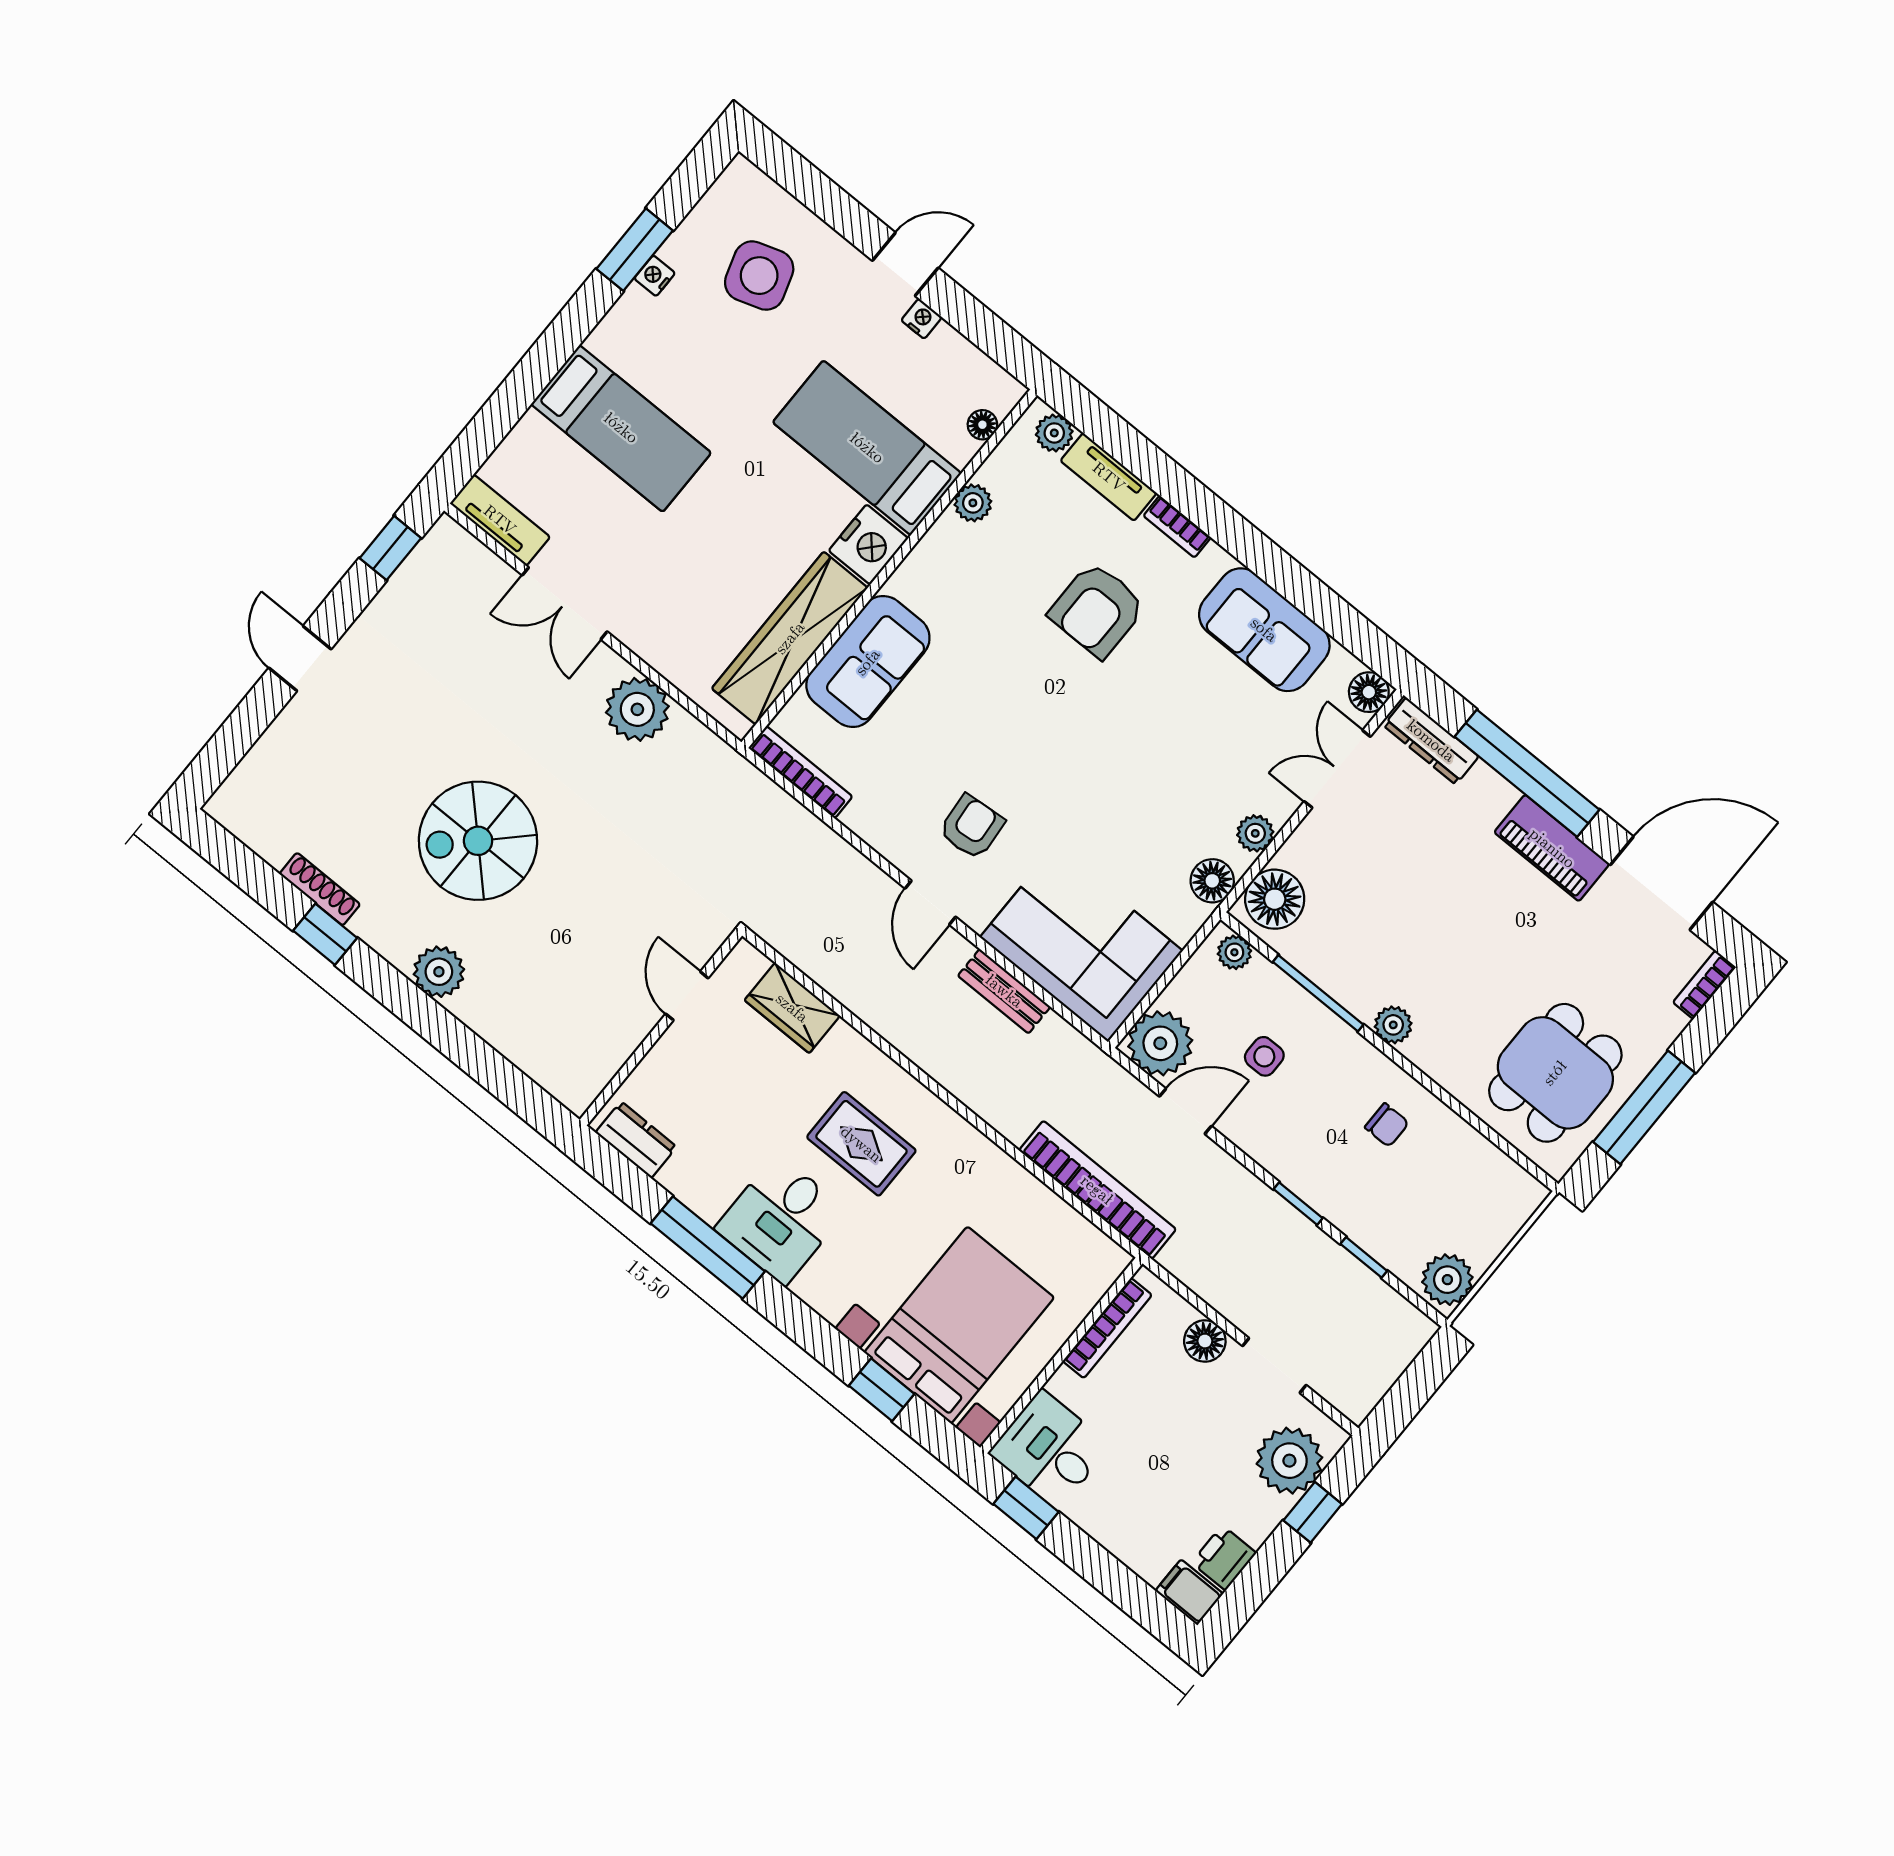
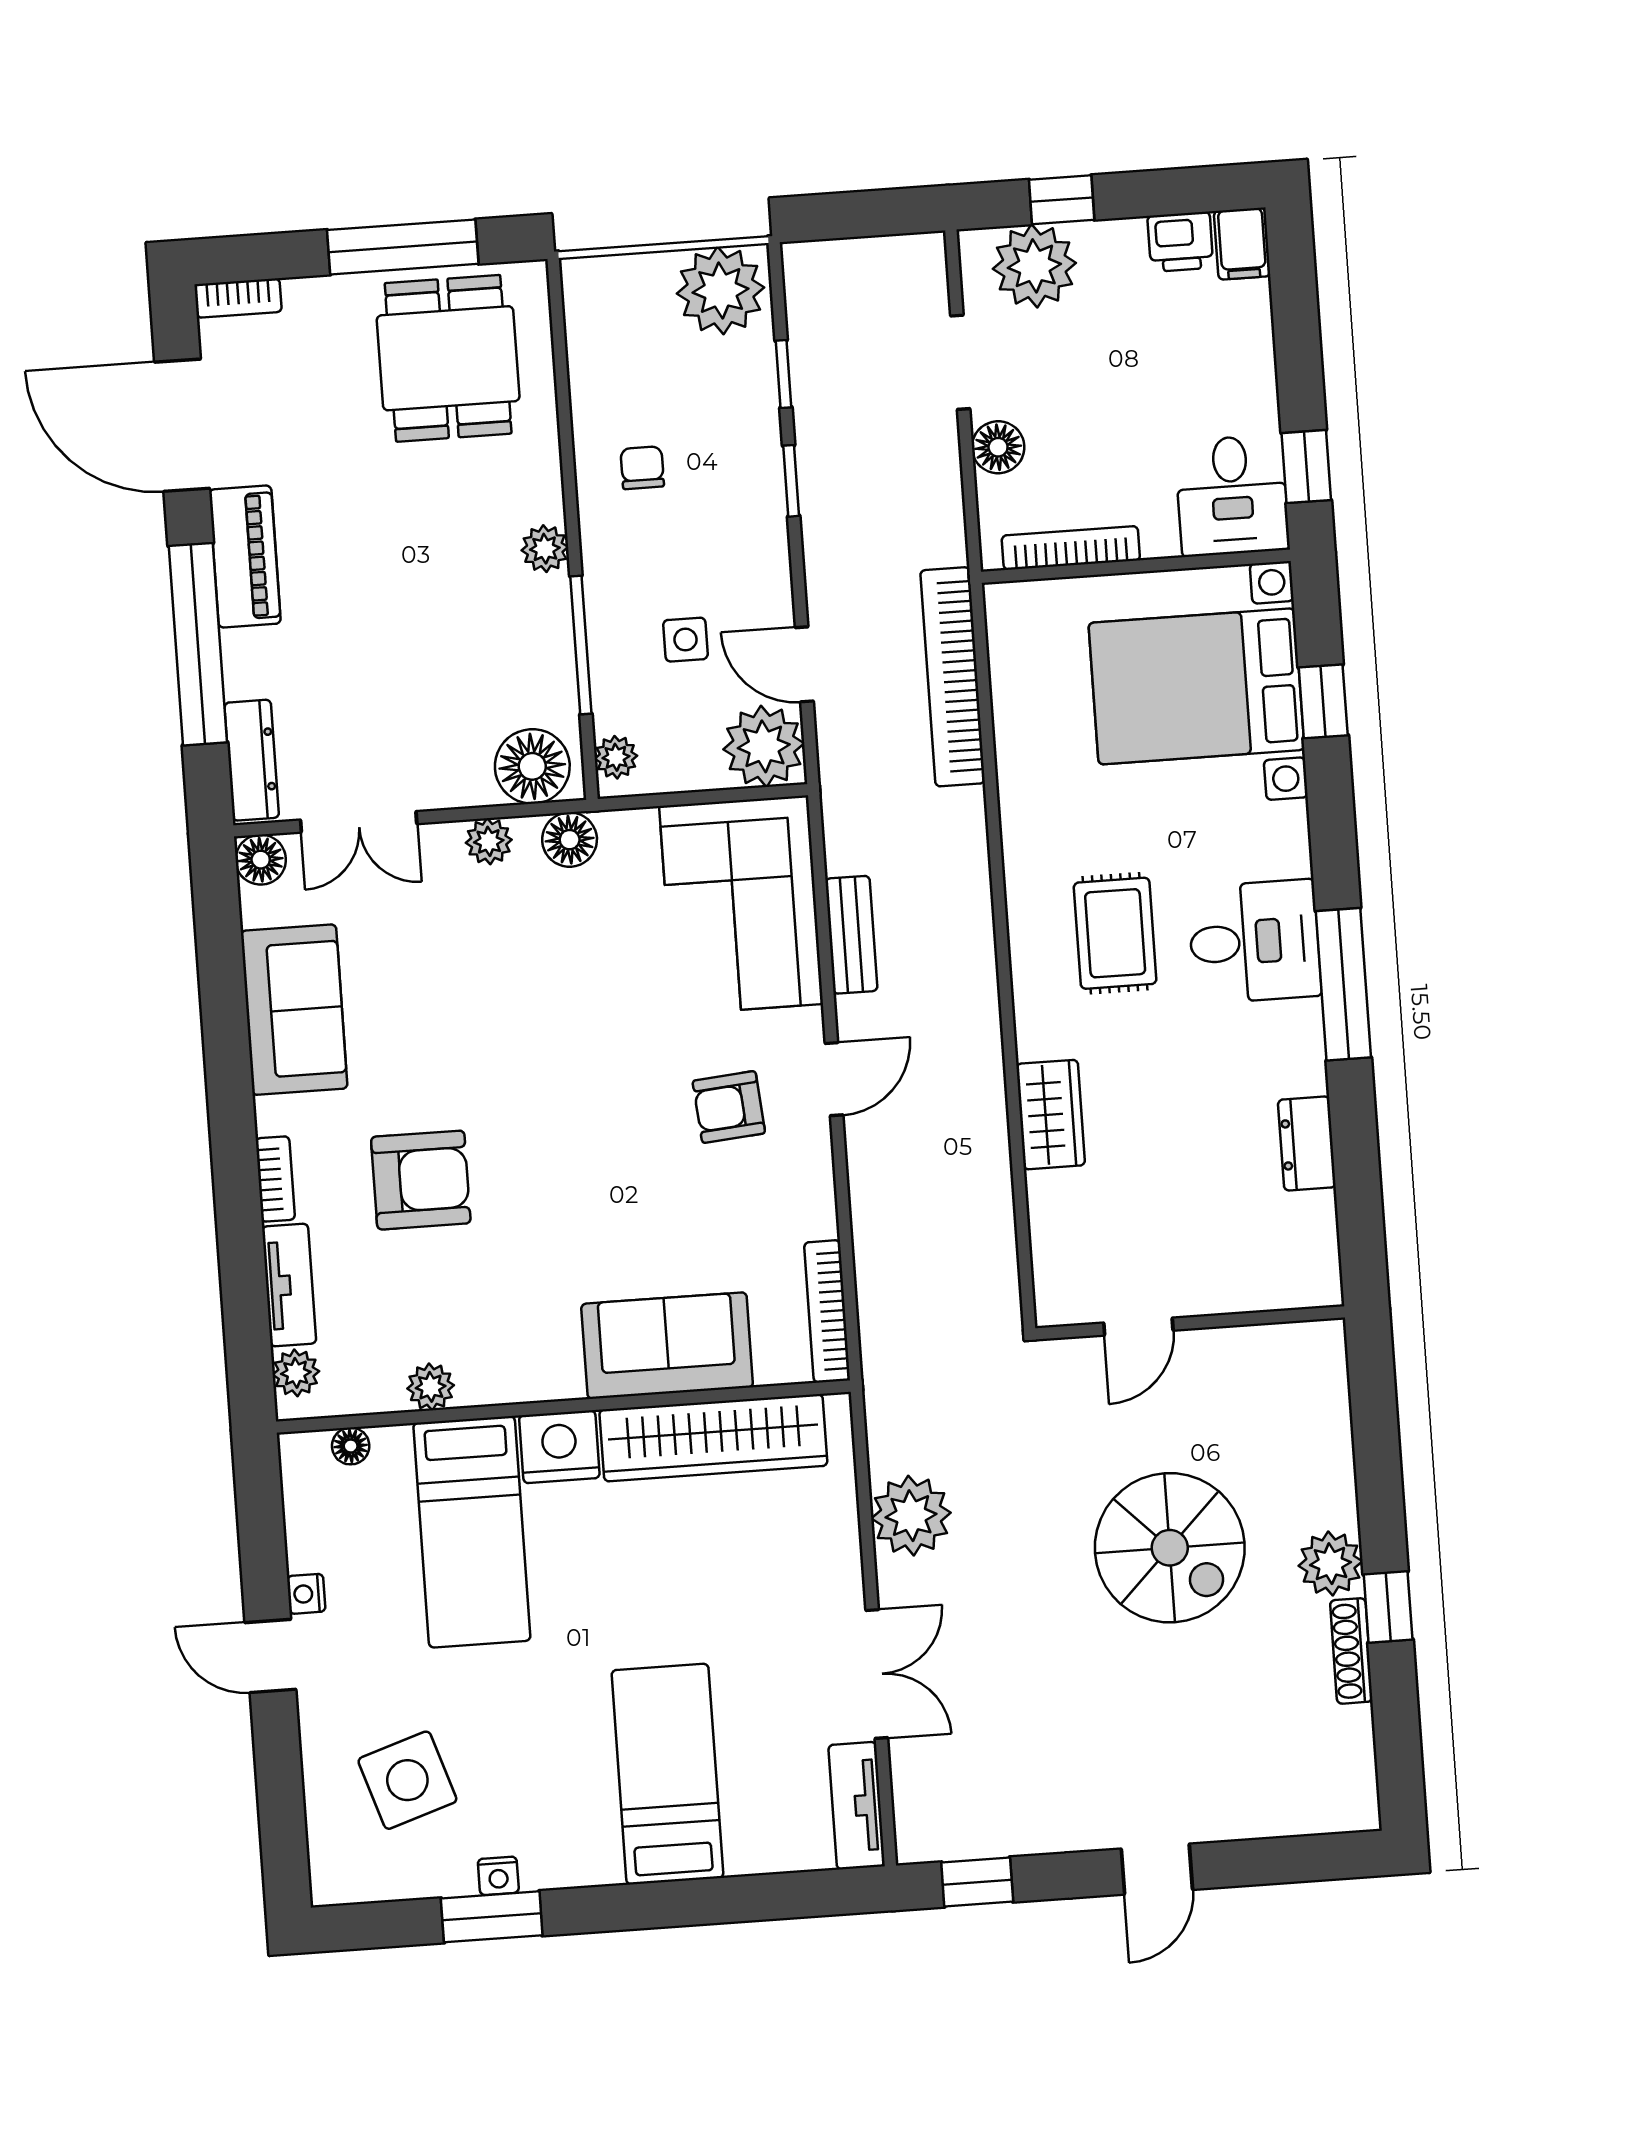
plant: (439, 972) -> (1330, 1564), moved
door: (687, 996) -> (1138, 1327), moved
wall: (661, 1028) -> (1190, 1323), moved
dining table: (1555, 1073) -> (448, 358), turned 90
plant: (1447, 1280) -> (721, 291), width x1.36, depth x1.36

